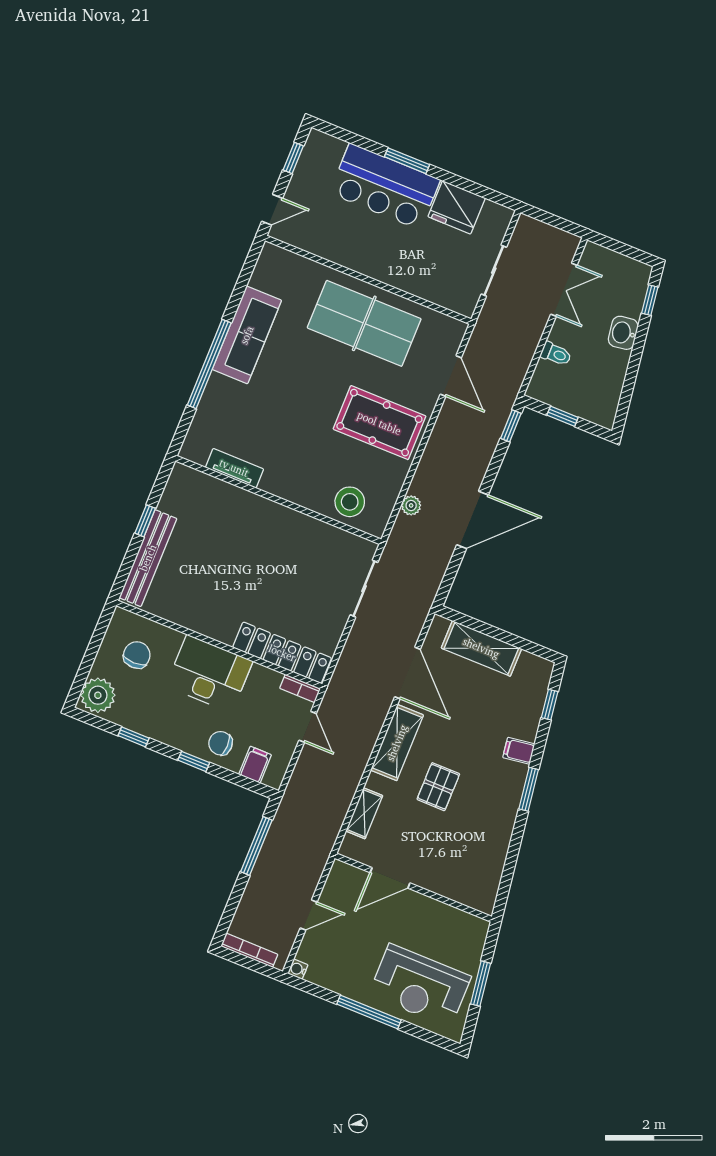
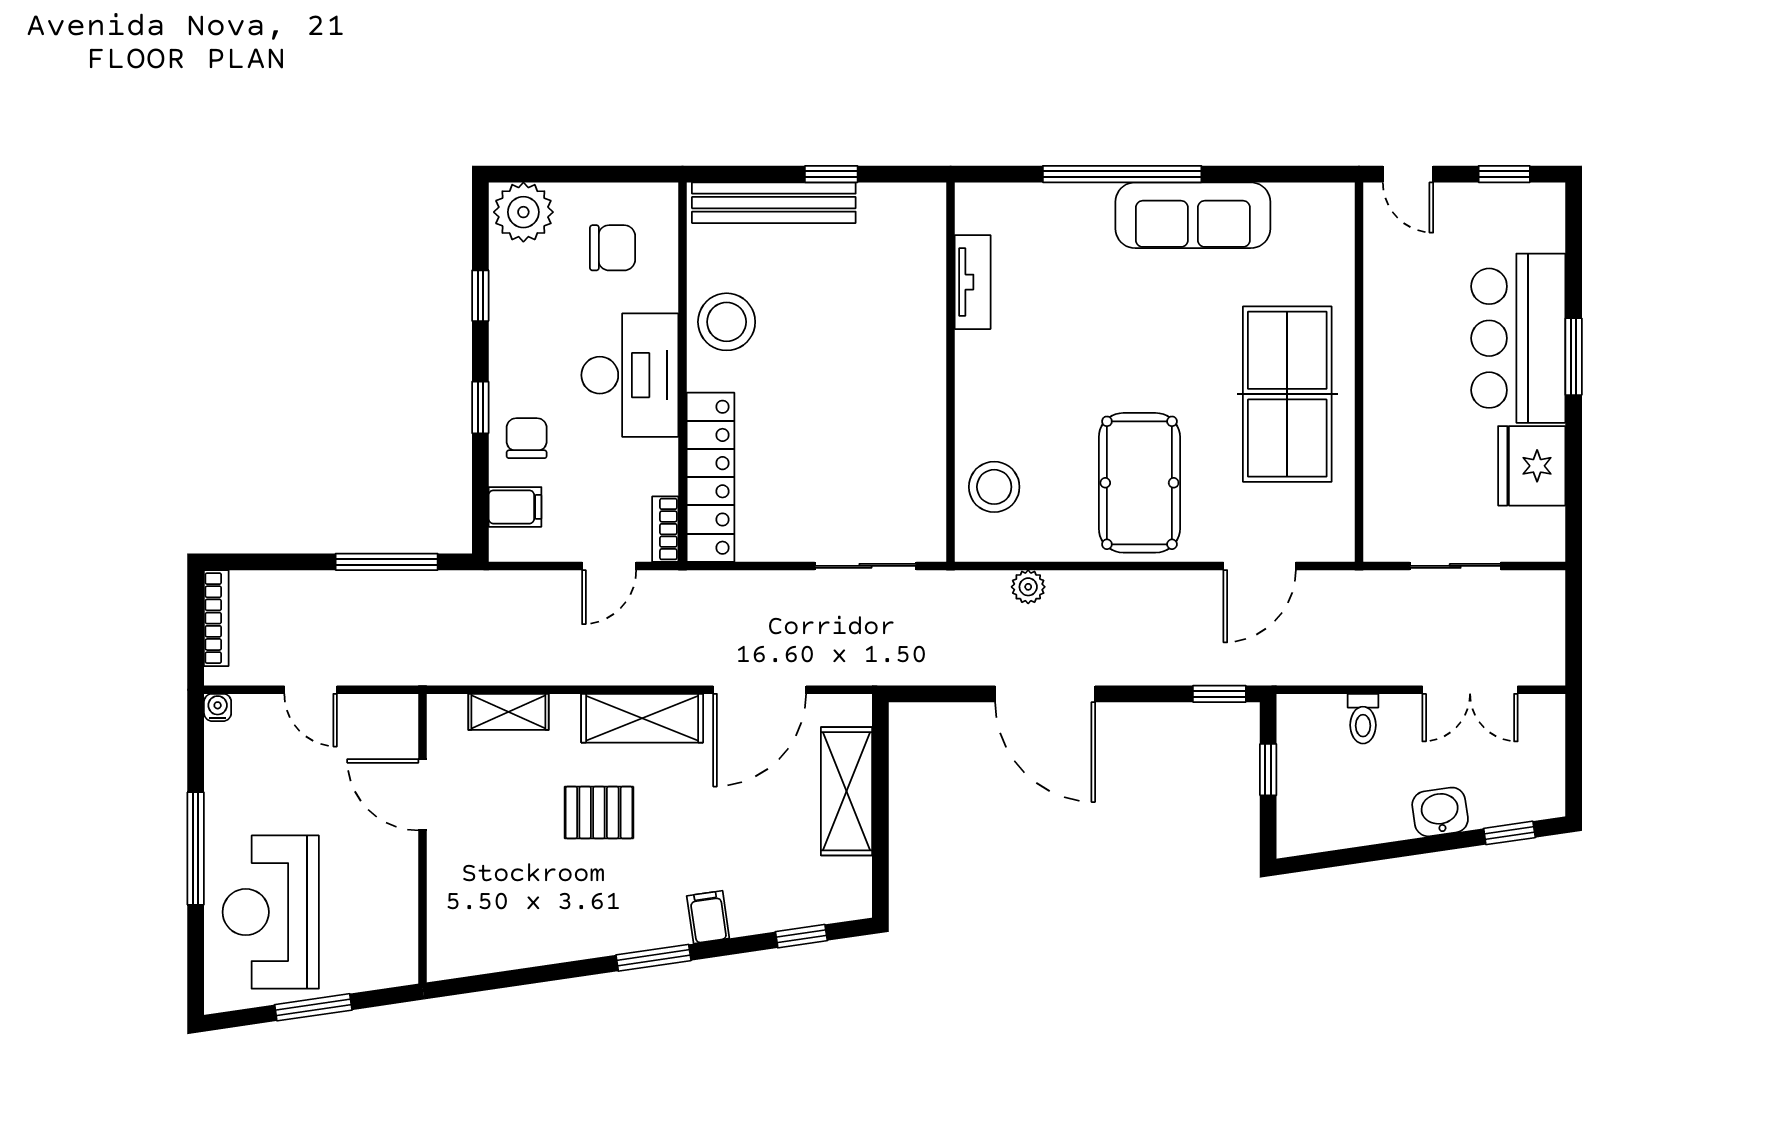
stool: (202, 610) -> (727, 322), added

